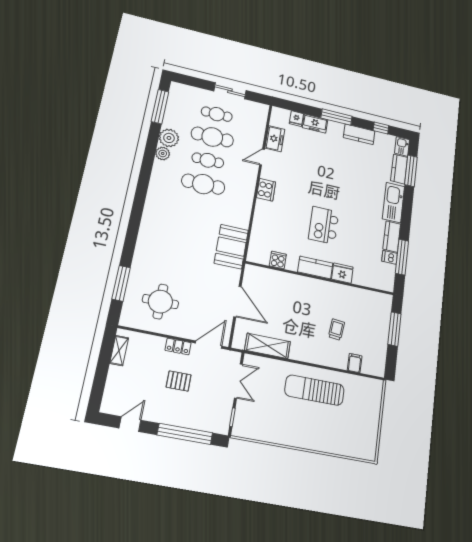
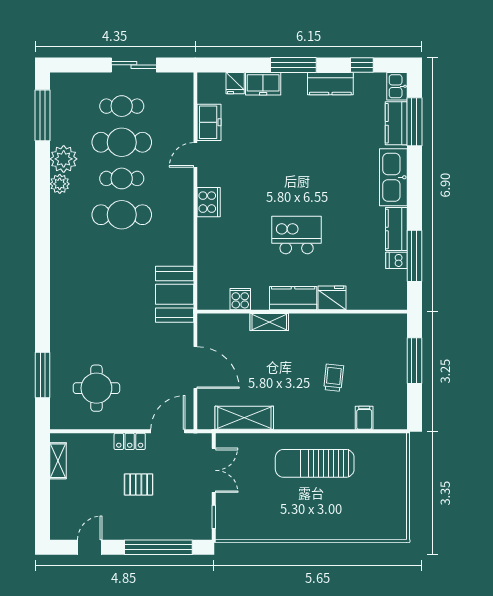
kitchen island: (324, 225) -> (297, 235), turned 90
shelving: (296, 280) -> (269, 322), added

